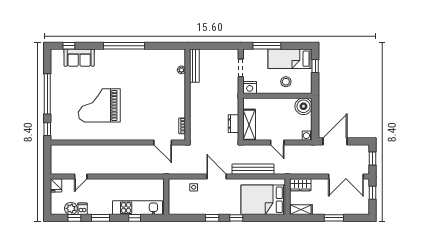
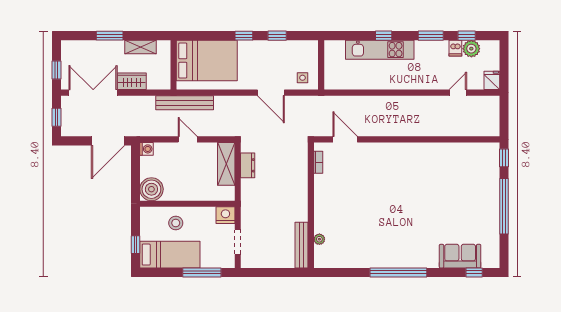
grand piano: (99, 105) -> (432, 190), removed
bench: (253, 169) -> (185, 103), moved
wardrobe: (300, 185) -> (132, 81), moved
wall: (166, 197) -> (321, 65), moved
shelving: (301, 210) -> (141, 47), moved

